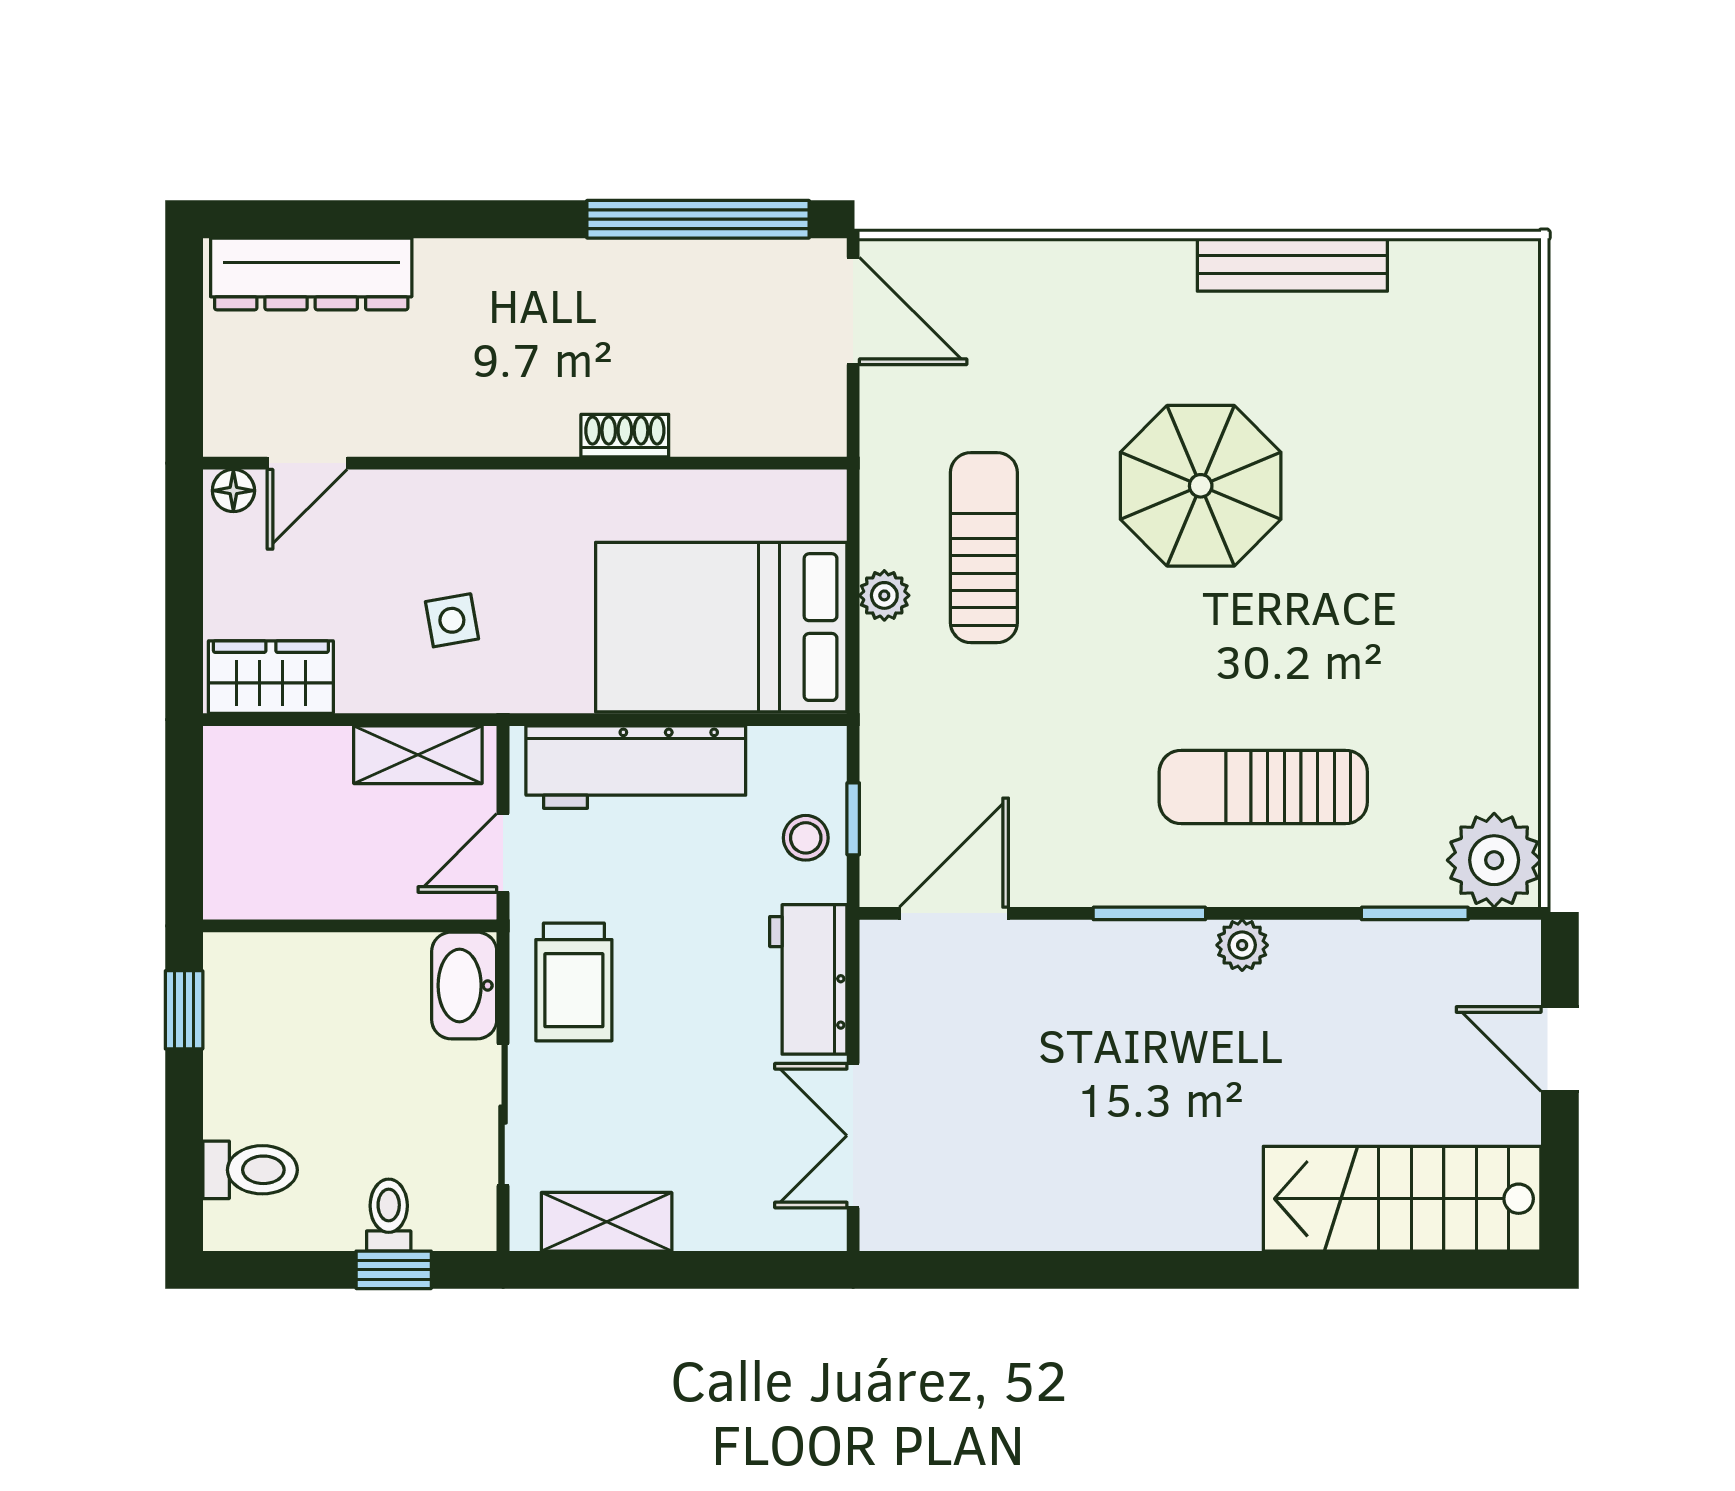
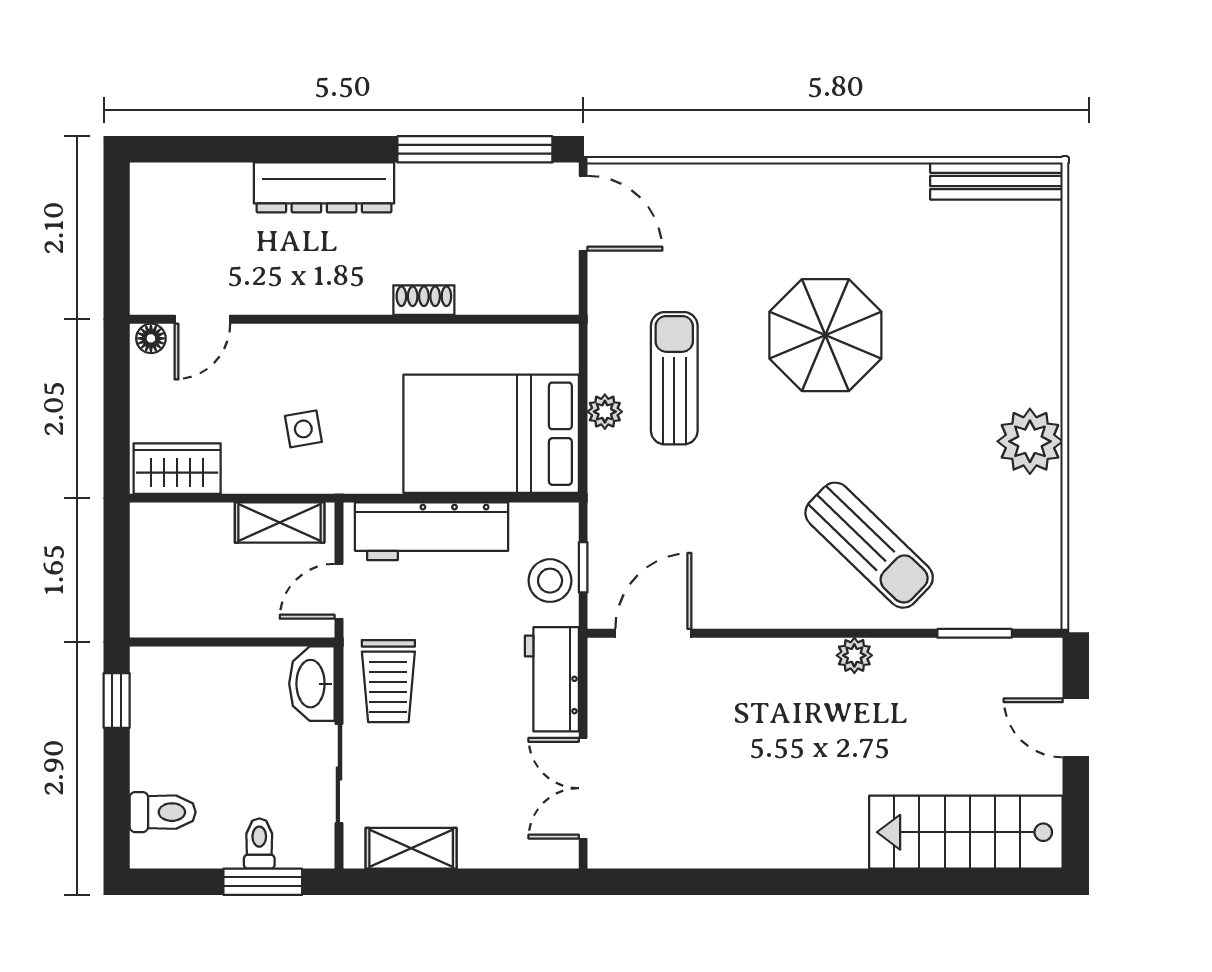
bench: (1292, 265) -> (996, 181), moved
dresser: (311, 274) -> (324, 187), moved
sun lounger: (1263, 787) -> (869, 545), turned -136
stool: (806, 838) -> (550, 581), width x1.37, depth x1.37
plant: (1494, 860) -> (1030, 441), moved
window: (1149, 913) -> (790, 633), removed
window: (394, 1270) -> (263, 882), width x1.50

